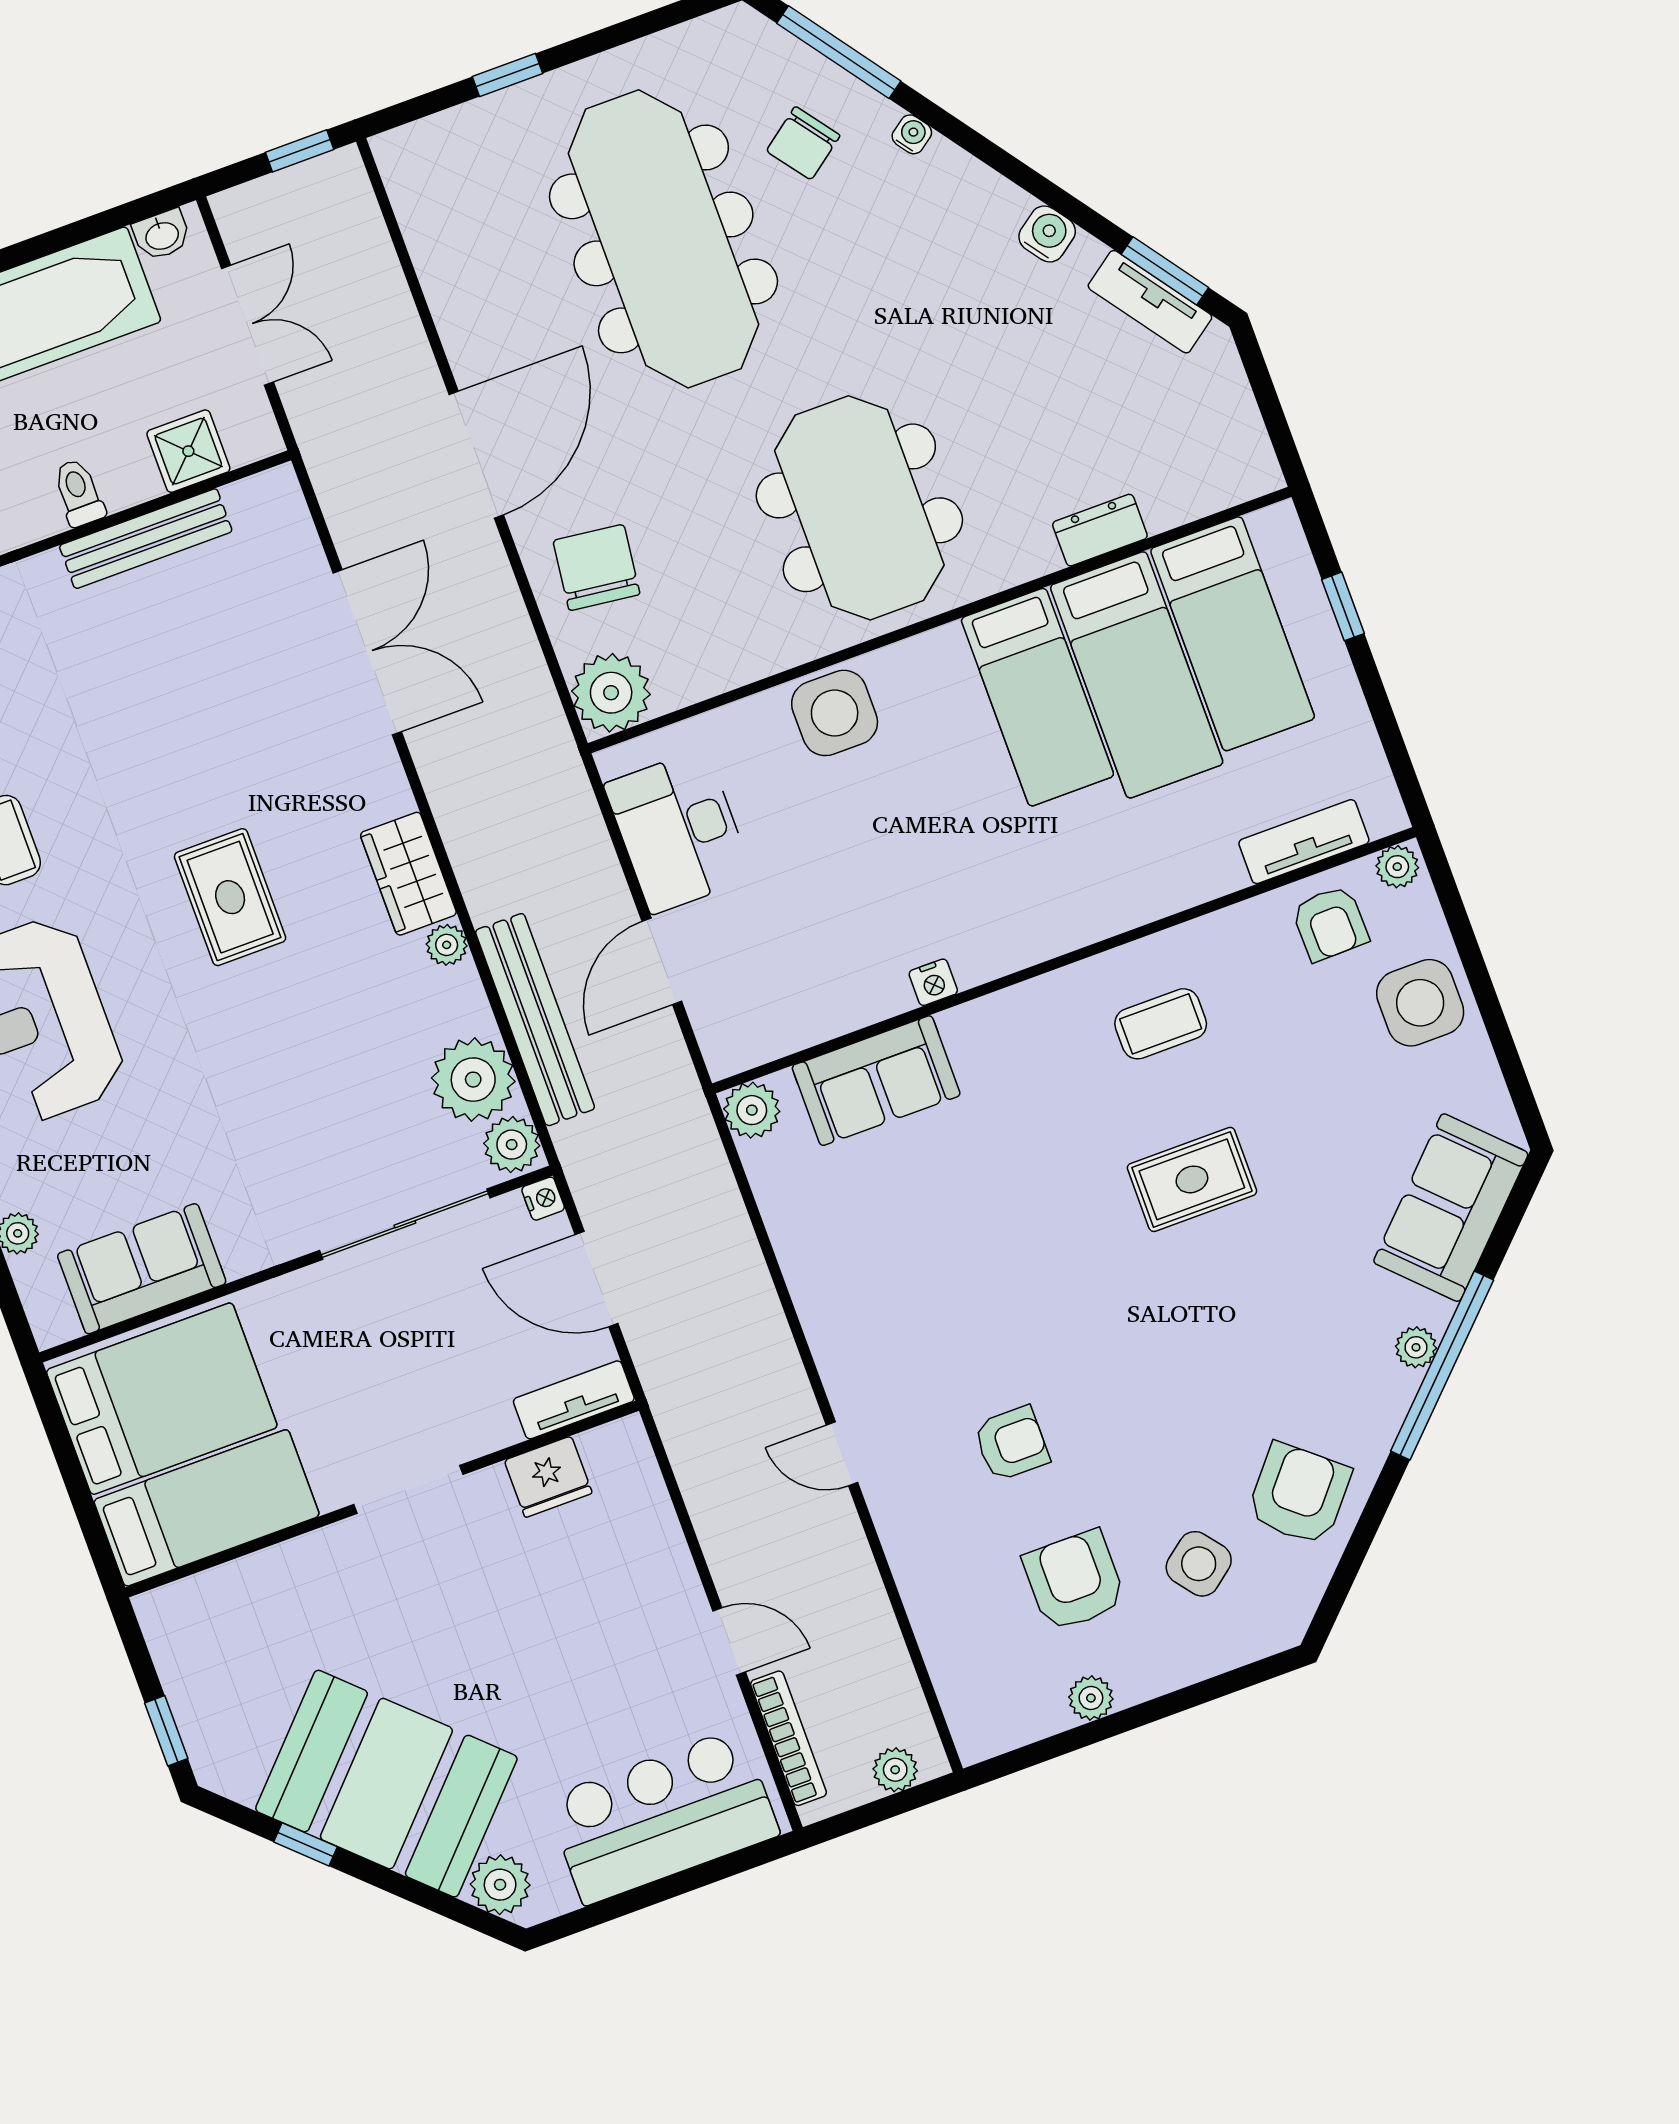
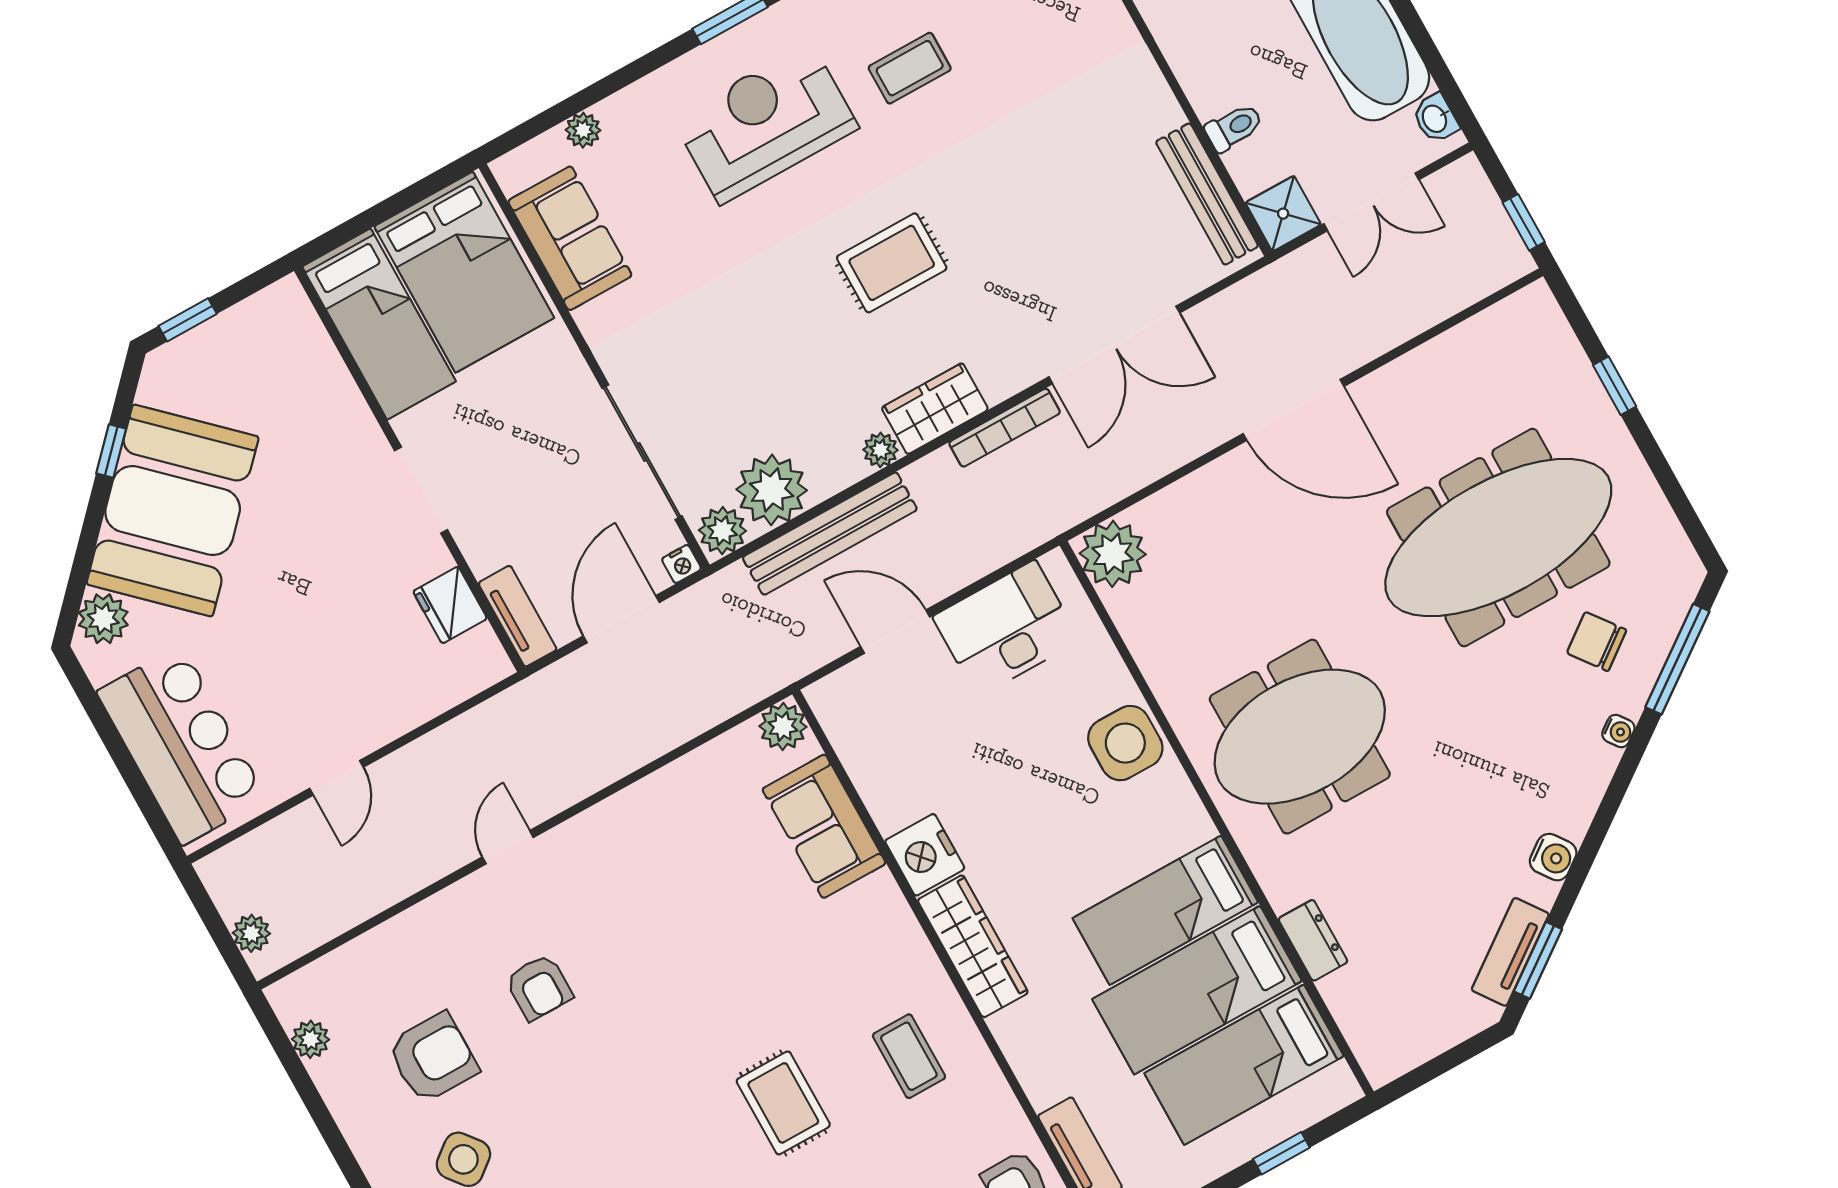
shower: (188, 451) -> (1283, 214), moved
toilet: (79, 493) -> (1234, 127), moved
bench: (146, 539) -> (1207, 194), moved
chair: (596, 567) -> (1215, 525), removed
wardrobe: (1044, 929) -> (973, 946), added
nightstand: (933, 982) -> (925, 855), width x1.89, depth x1.79
plant: (1091, 1698) -> (310, 1039), moved
bookcase: (788, 1738) -> (1005, 428), moved

